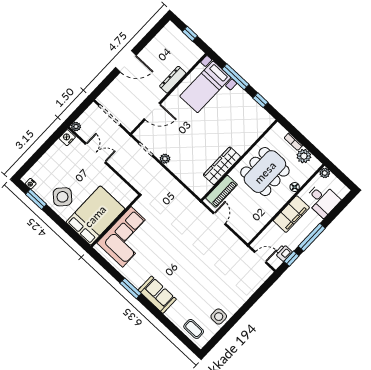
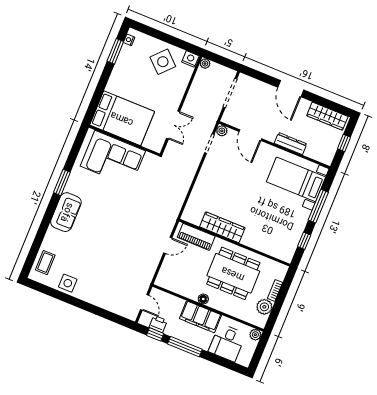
wardrobe: (161, 39) -> (327, 116), added
double door: (95, 153) -> (173, 125), moved
plant: (165, 159) -> (222, 131), moved
floor lamp: (295, 187) -> (203, 299), moved
side table: (63, 197) -> (163, 62), moved

